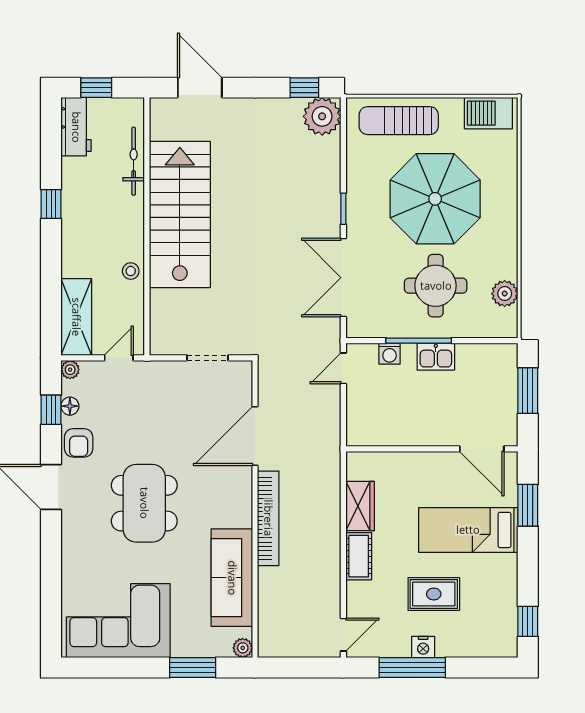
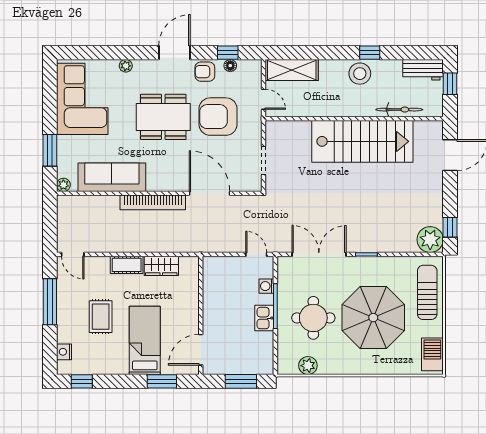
stool: (131, 271) -> (360, 74), moved, width x1.89, depth x1.89
plant: (70, 370) -> (126, 66), moved
armchair: (144, 424) -> (218, 117), added
nightstand: (423, 647) -> (64, 352), moved

